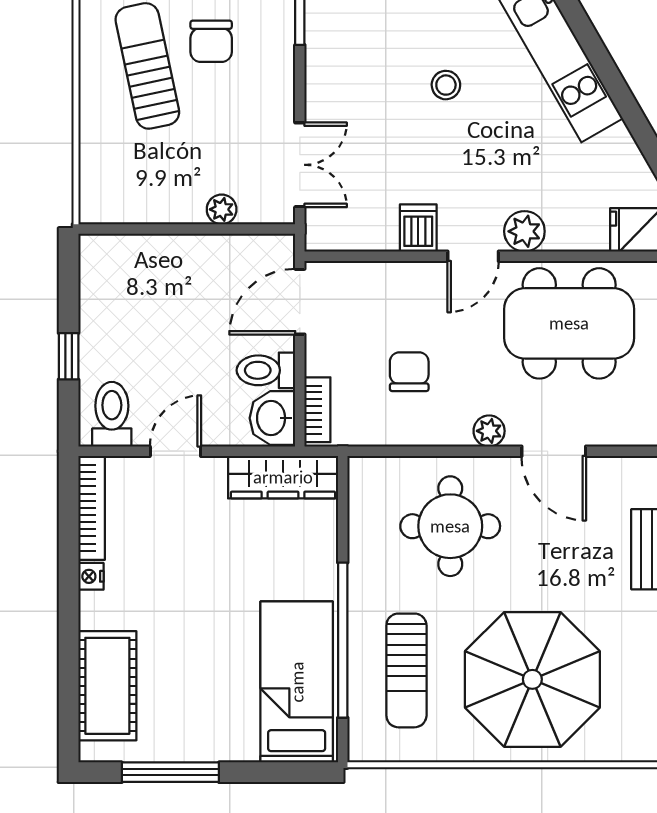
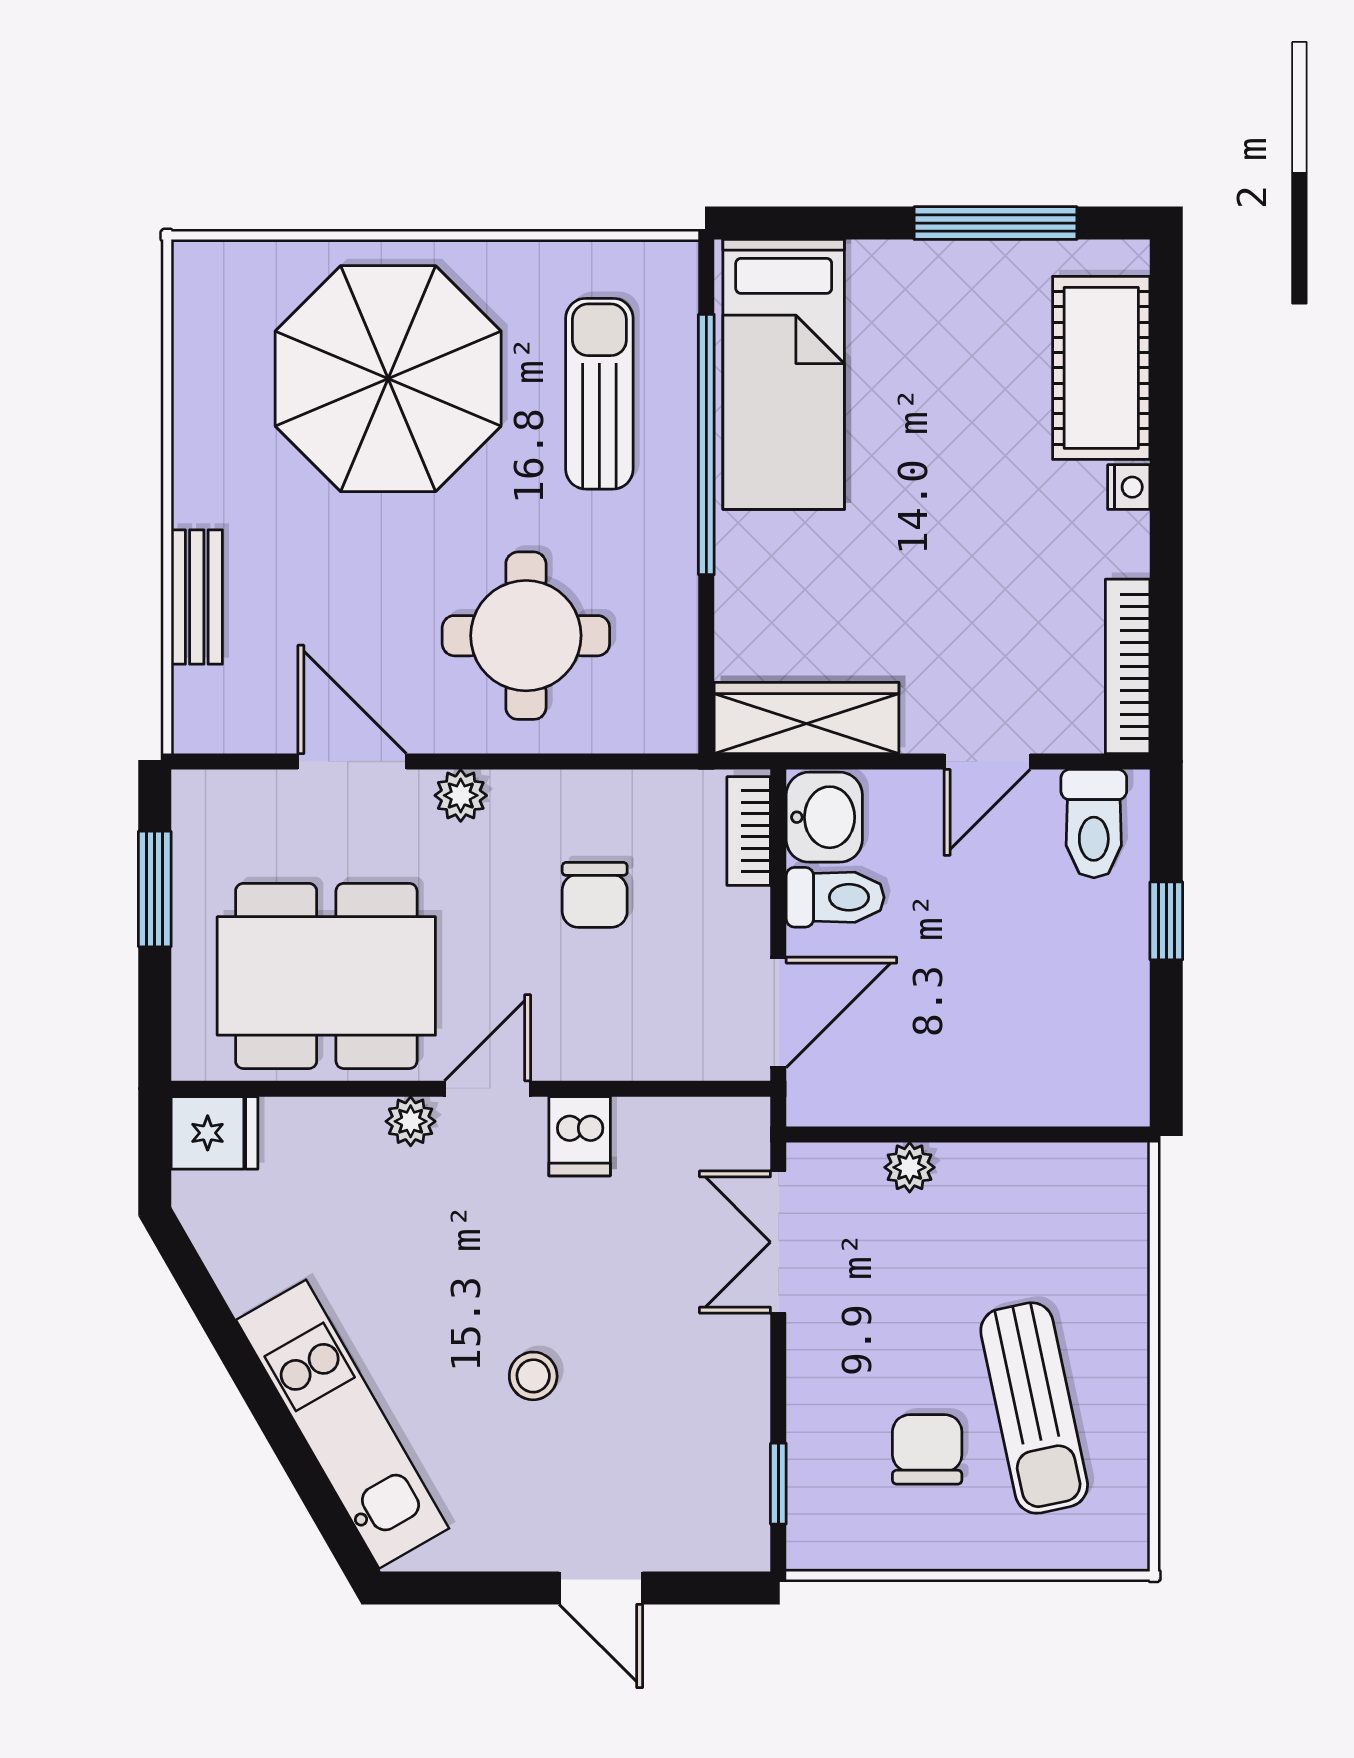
plant: (524, 231) -> (411, 1121), width x0.73, depth x0.73
nightstand: (91, 576) -> (1129, 487), moved

